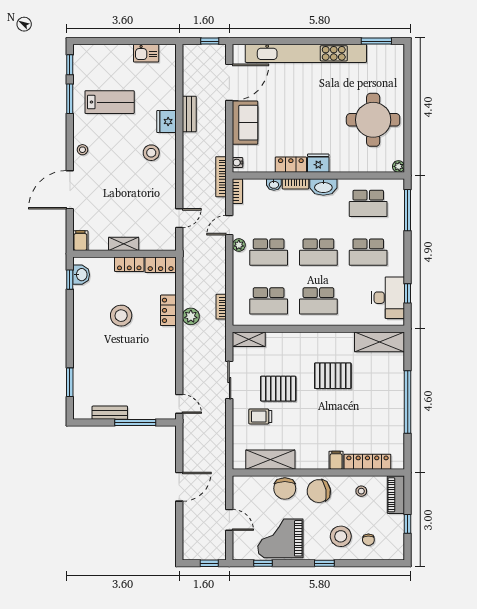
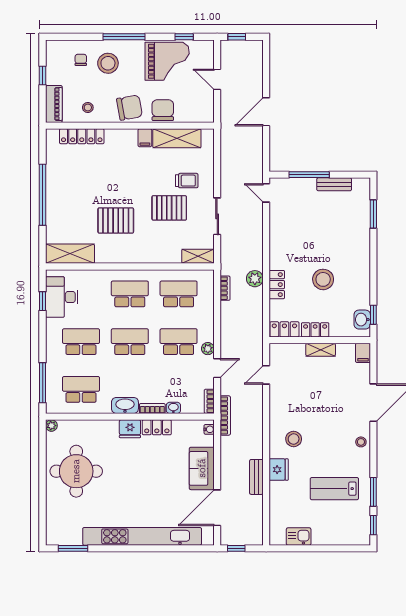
filing cabinet: (336, 460) -> (145, 138), moved
window: (324, 563) -> (124, 37), width x2.17

